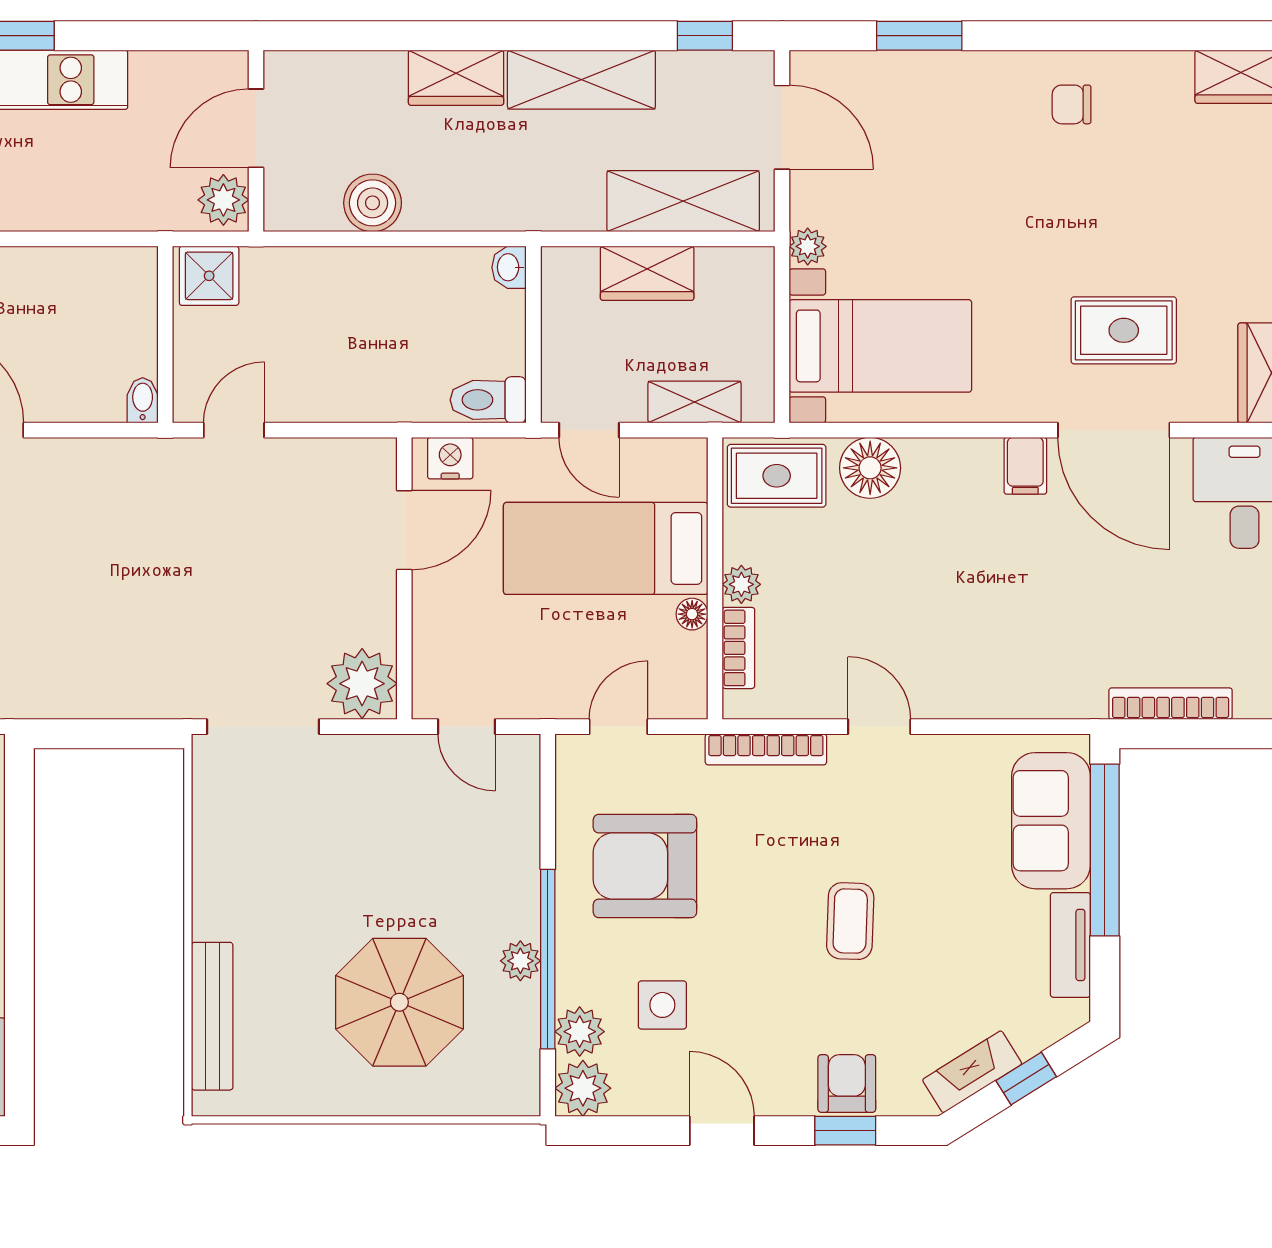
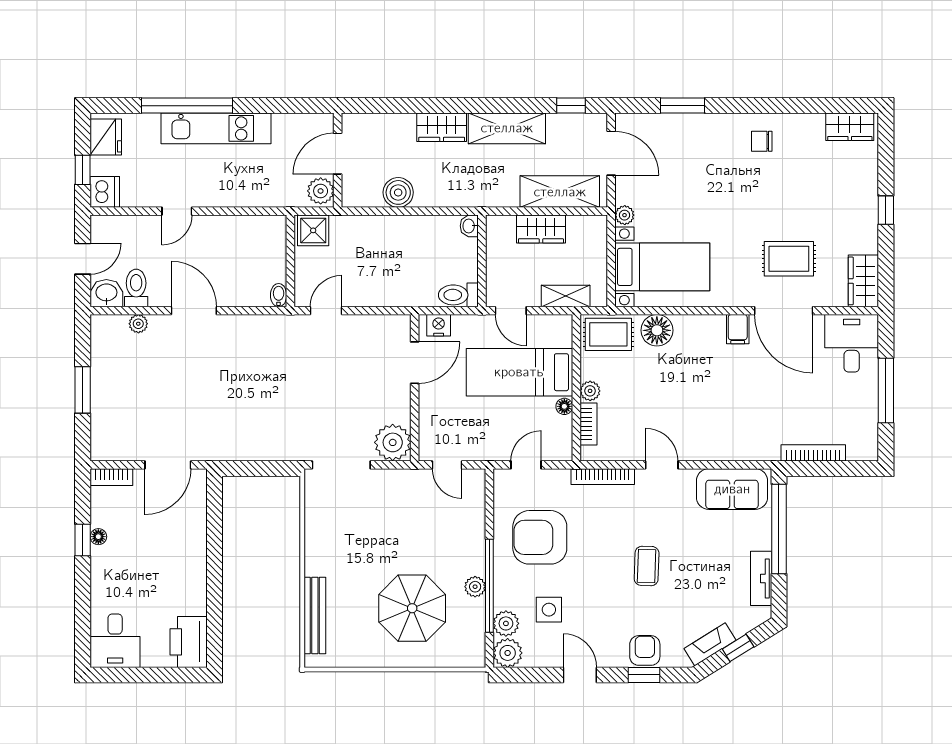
sofa: (1051, 821) -> (732, 489), moved, turned -90

